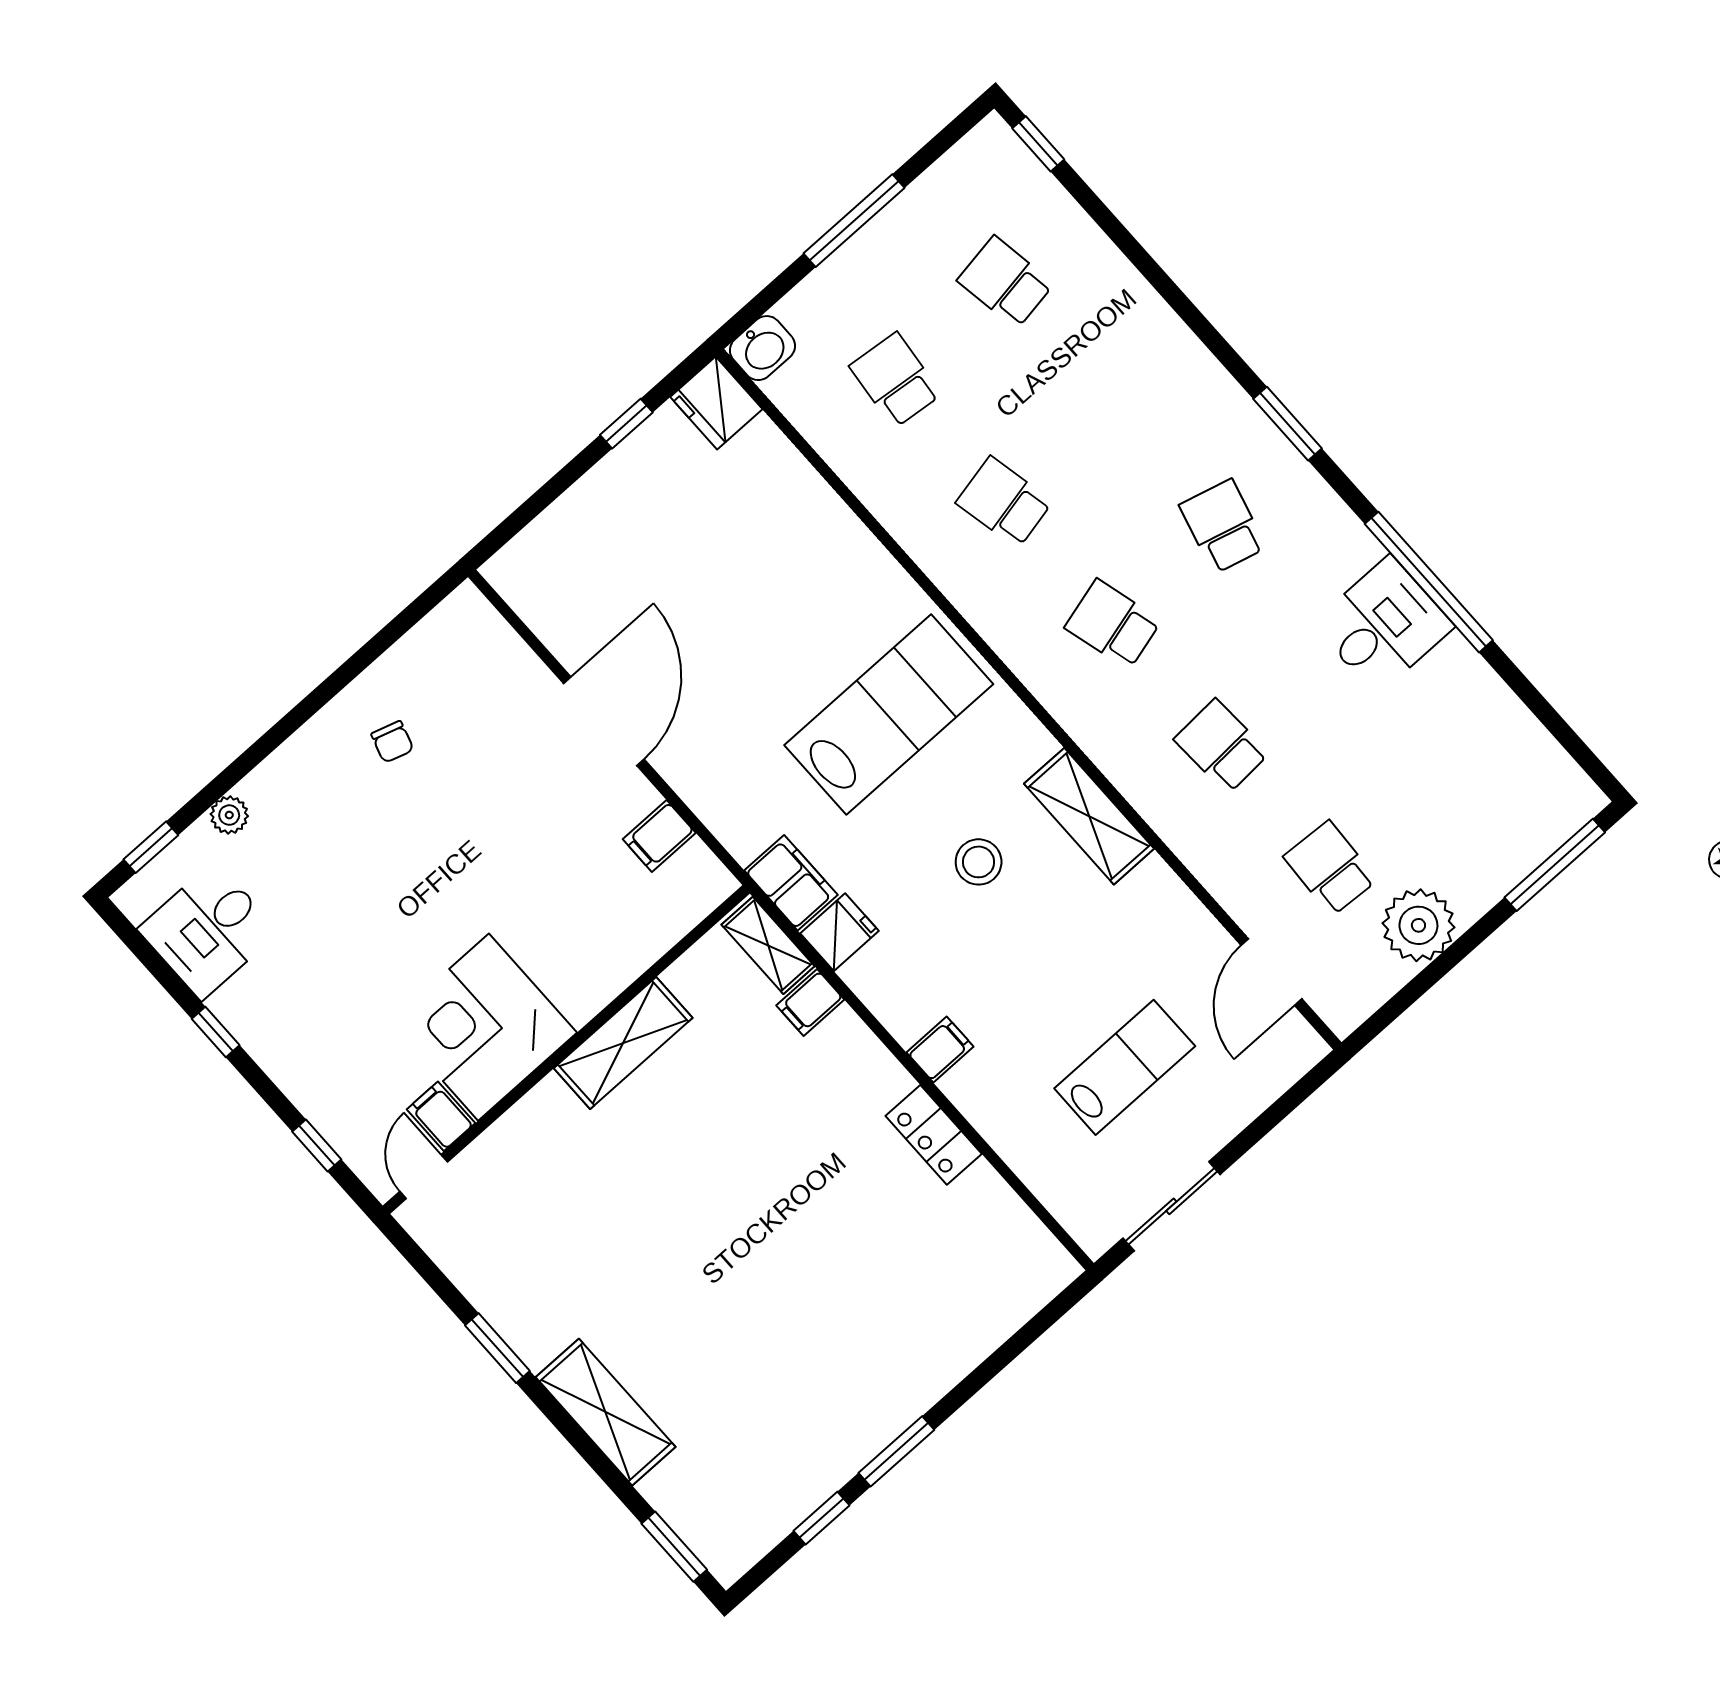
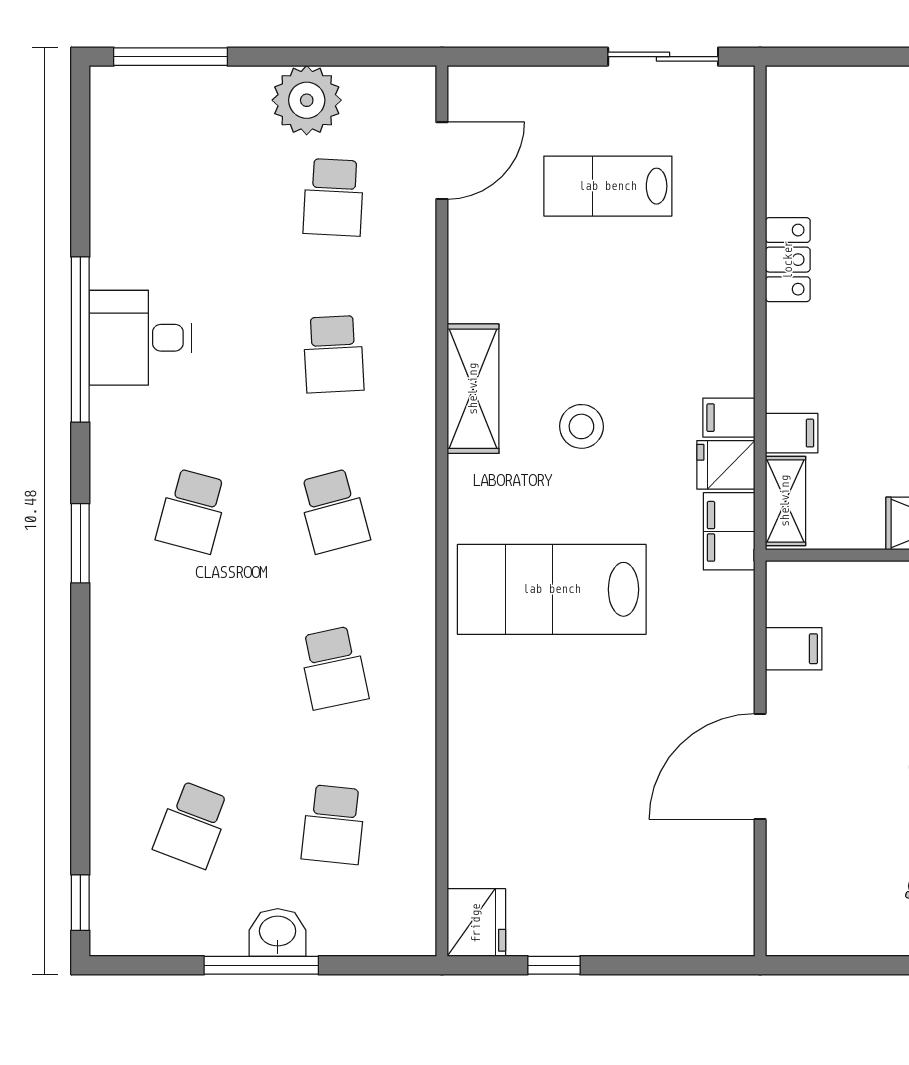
school desk: (1005, 282) -> (192, 825), turned 30
washbasin: (762, 348) -> (278, 932), moved
filing cabinet: (940, 1050) -> (729, 418), moved

